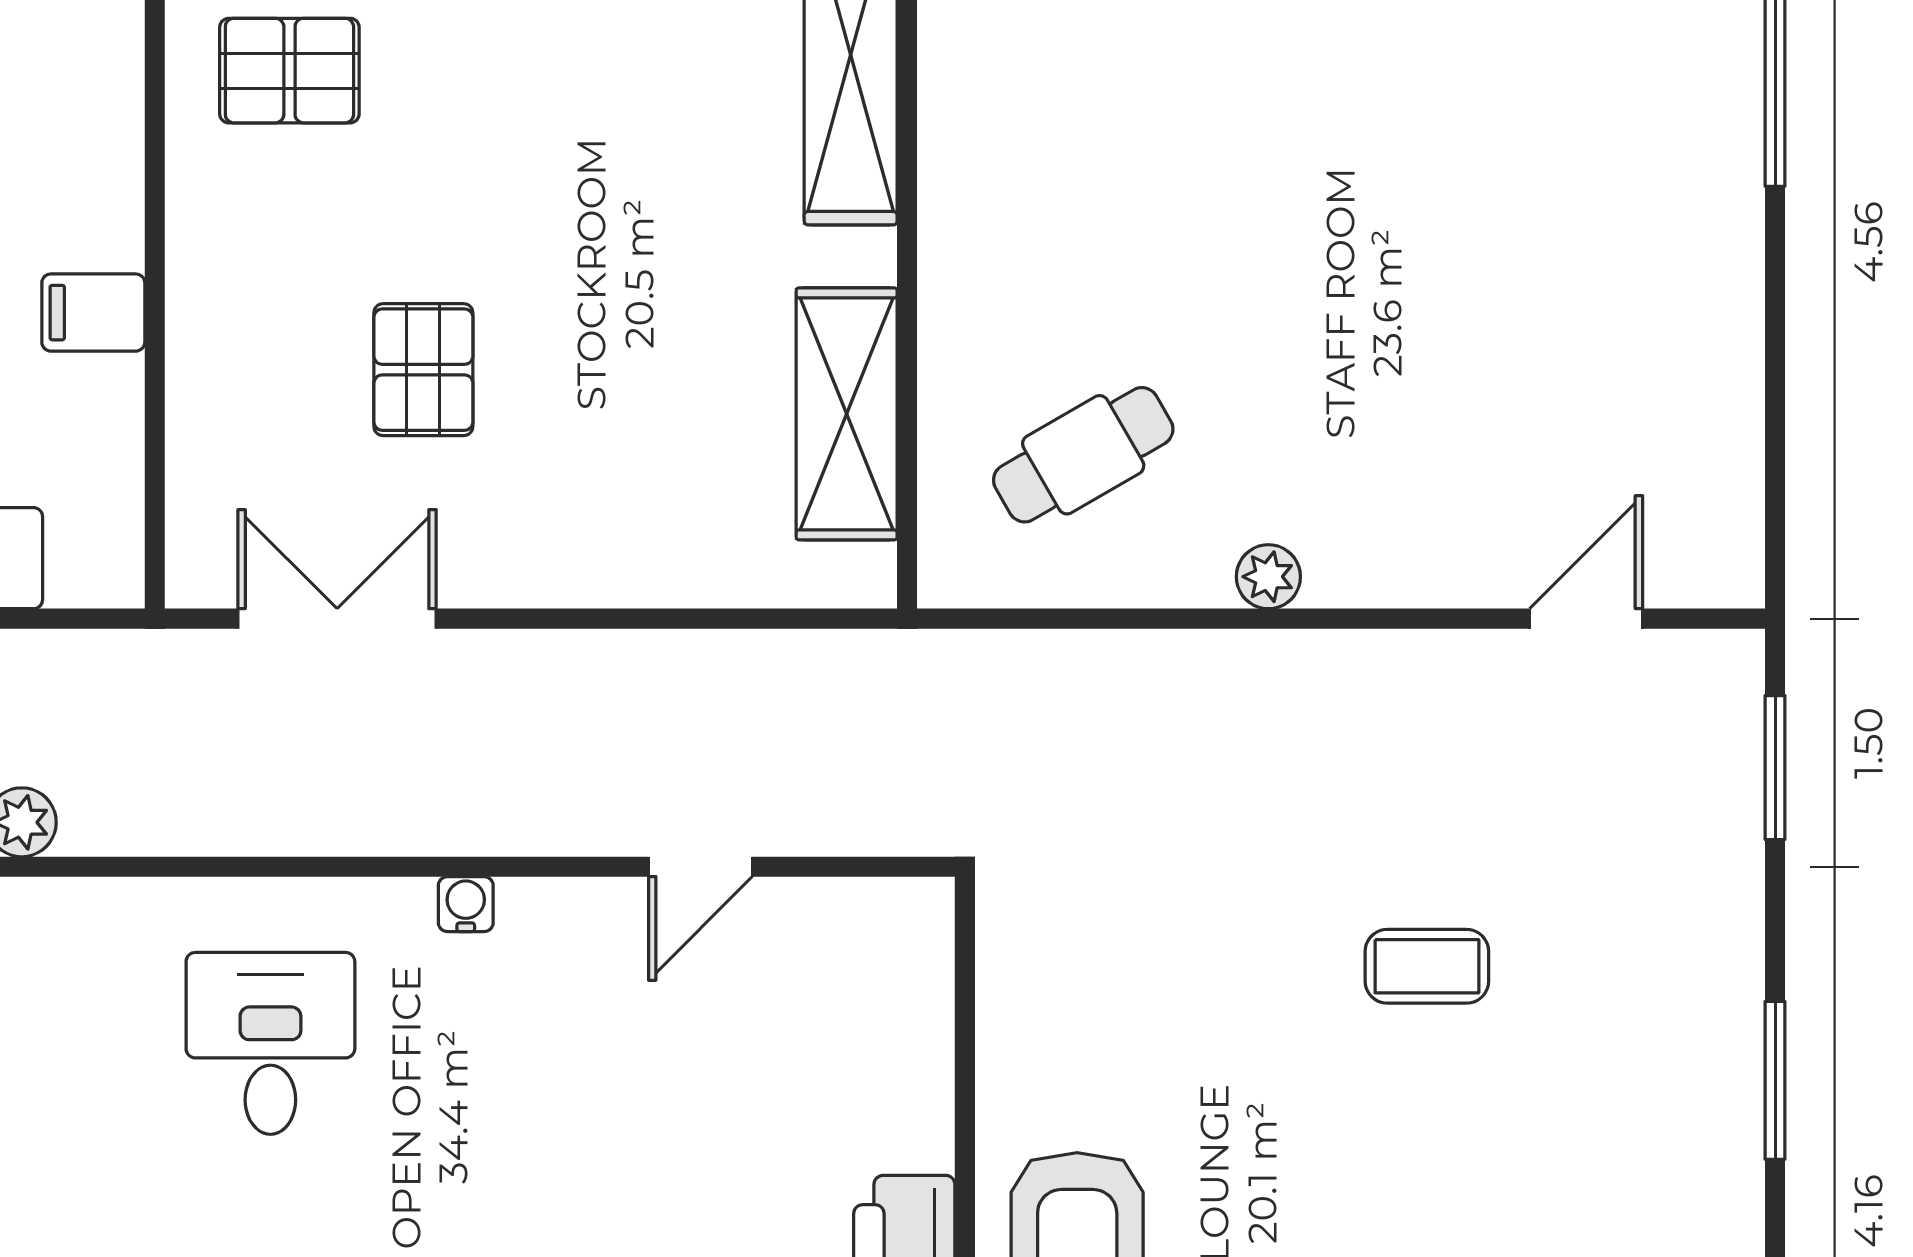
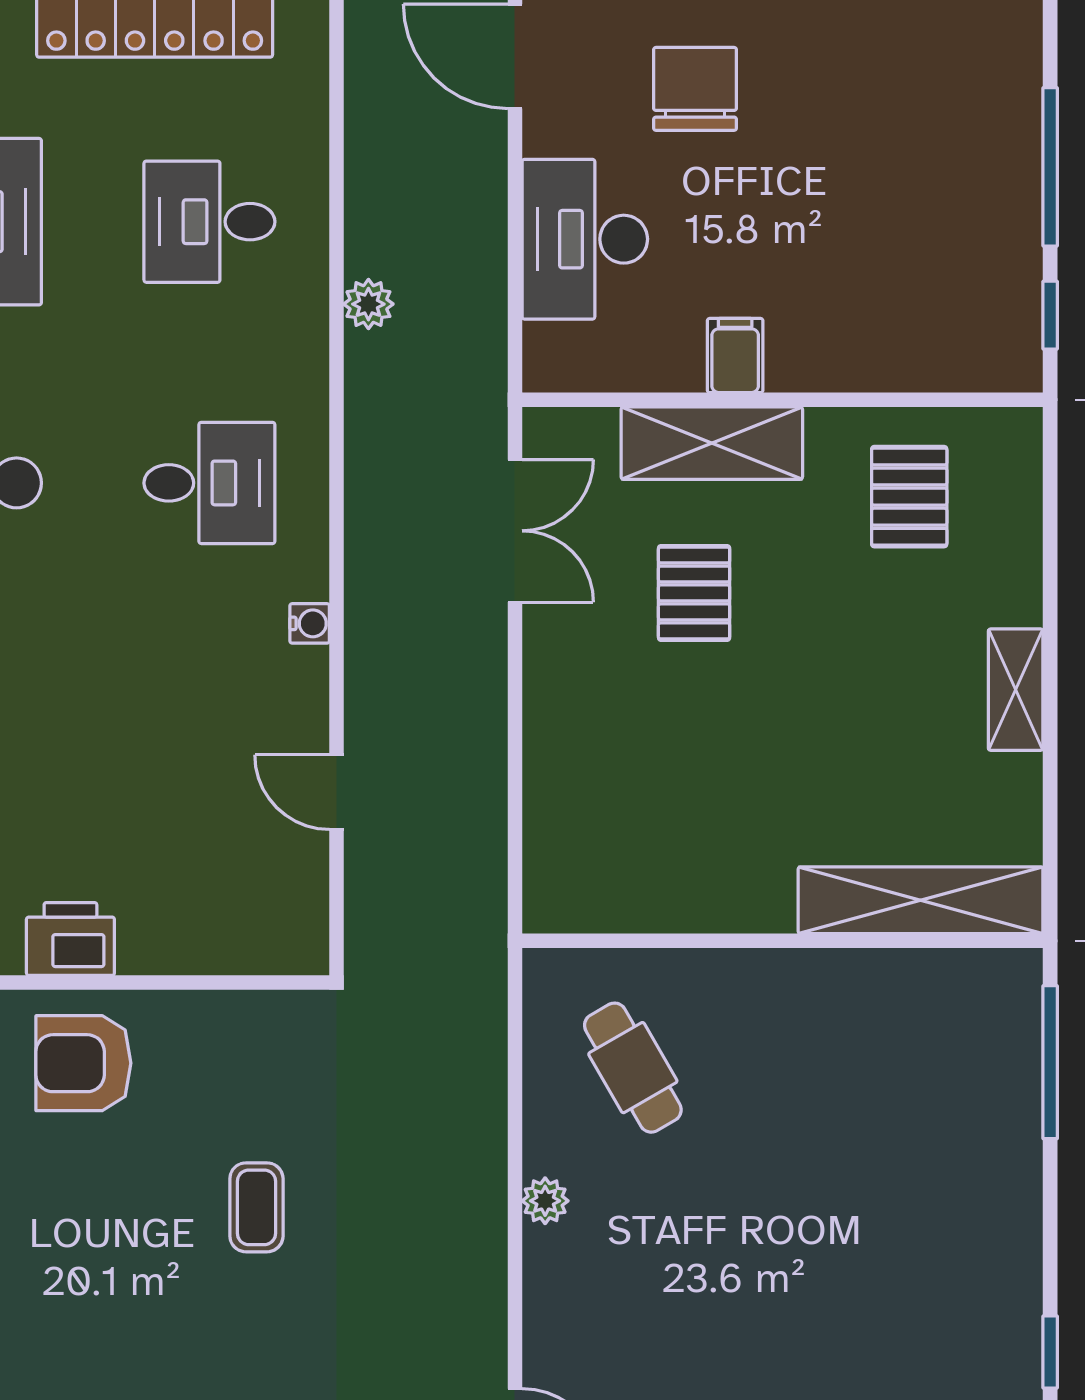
pallet: (423, 370) -> (694, 593), turned 90
shelving: (847, 414) -> (712, 443), moved
coffee table: (1427, 966) -> (256, 1207), moved

